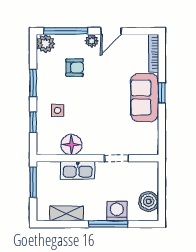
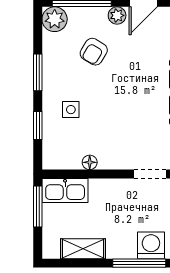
armchair: (74, 68) -> (94, 52), turned 121
floor lamp: (71, 145) -> (90, 162), width x0.53, depth x0.53
kitchen sink: (78, 170) -> (65, 190), moved

